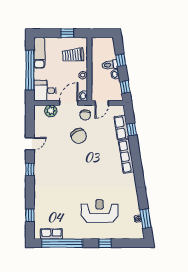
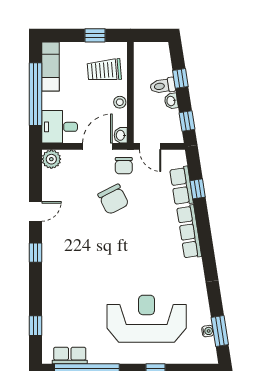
door: (102, 103) -> (150, 146), hinge flipped
plant: (51, 111) -> (51, 159), moved
reception desk: (100, 211) -> (147, 319), width x1.36, depth x1.30

